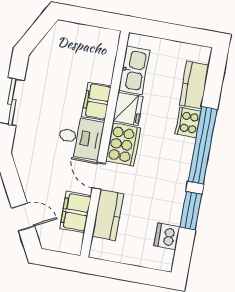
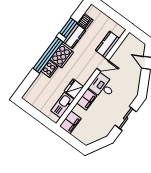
kitchen counter: (194, 85) -> (74, 36), moved
cooker: (123, 145) -> (62, 56), moved, turned 180
door: (99, 176) -> (103, 65), hinge flipped
filing cabinet: (75, 212) -> (70, 122), moved

